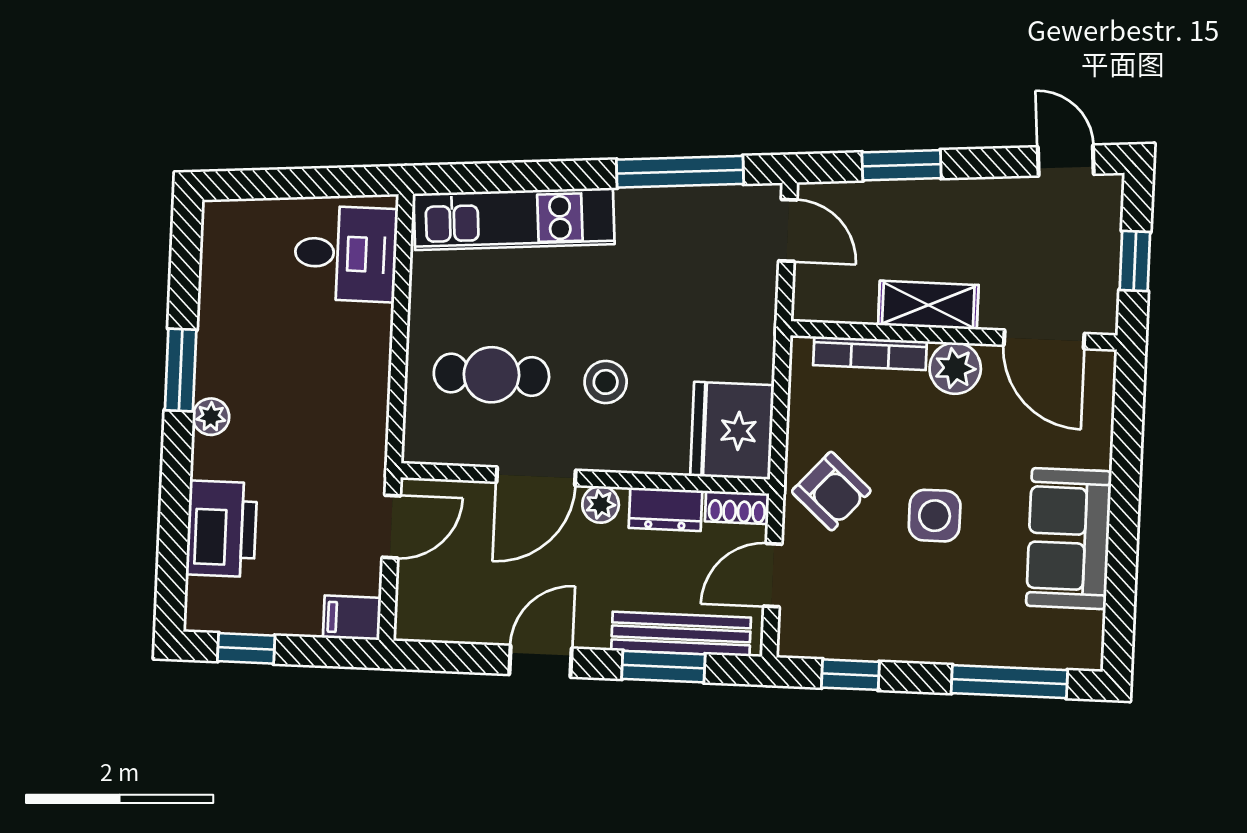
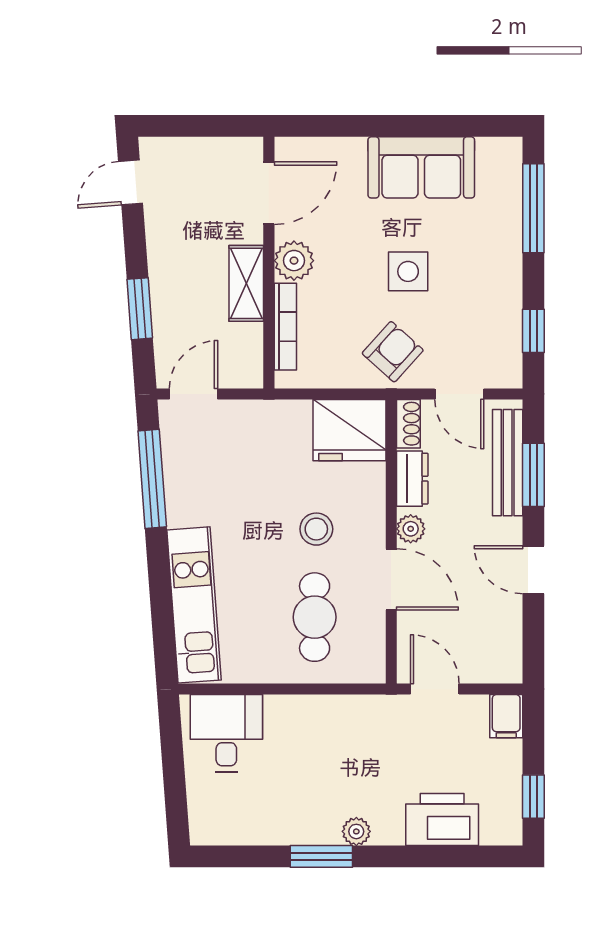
window: (1135, 261) -> (205, 126), removed

